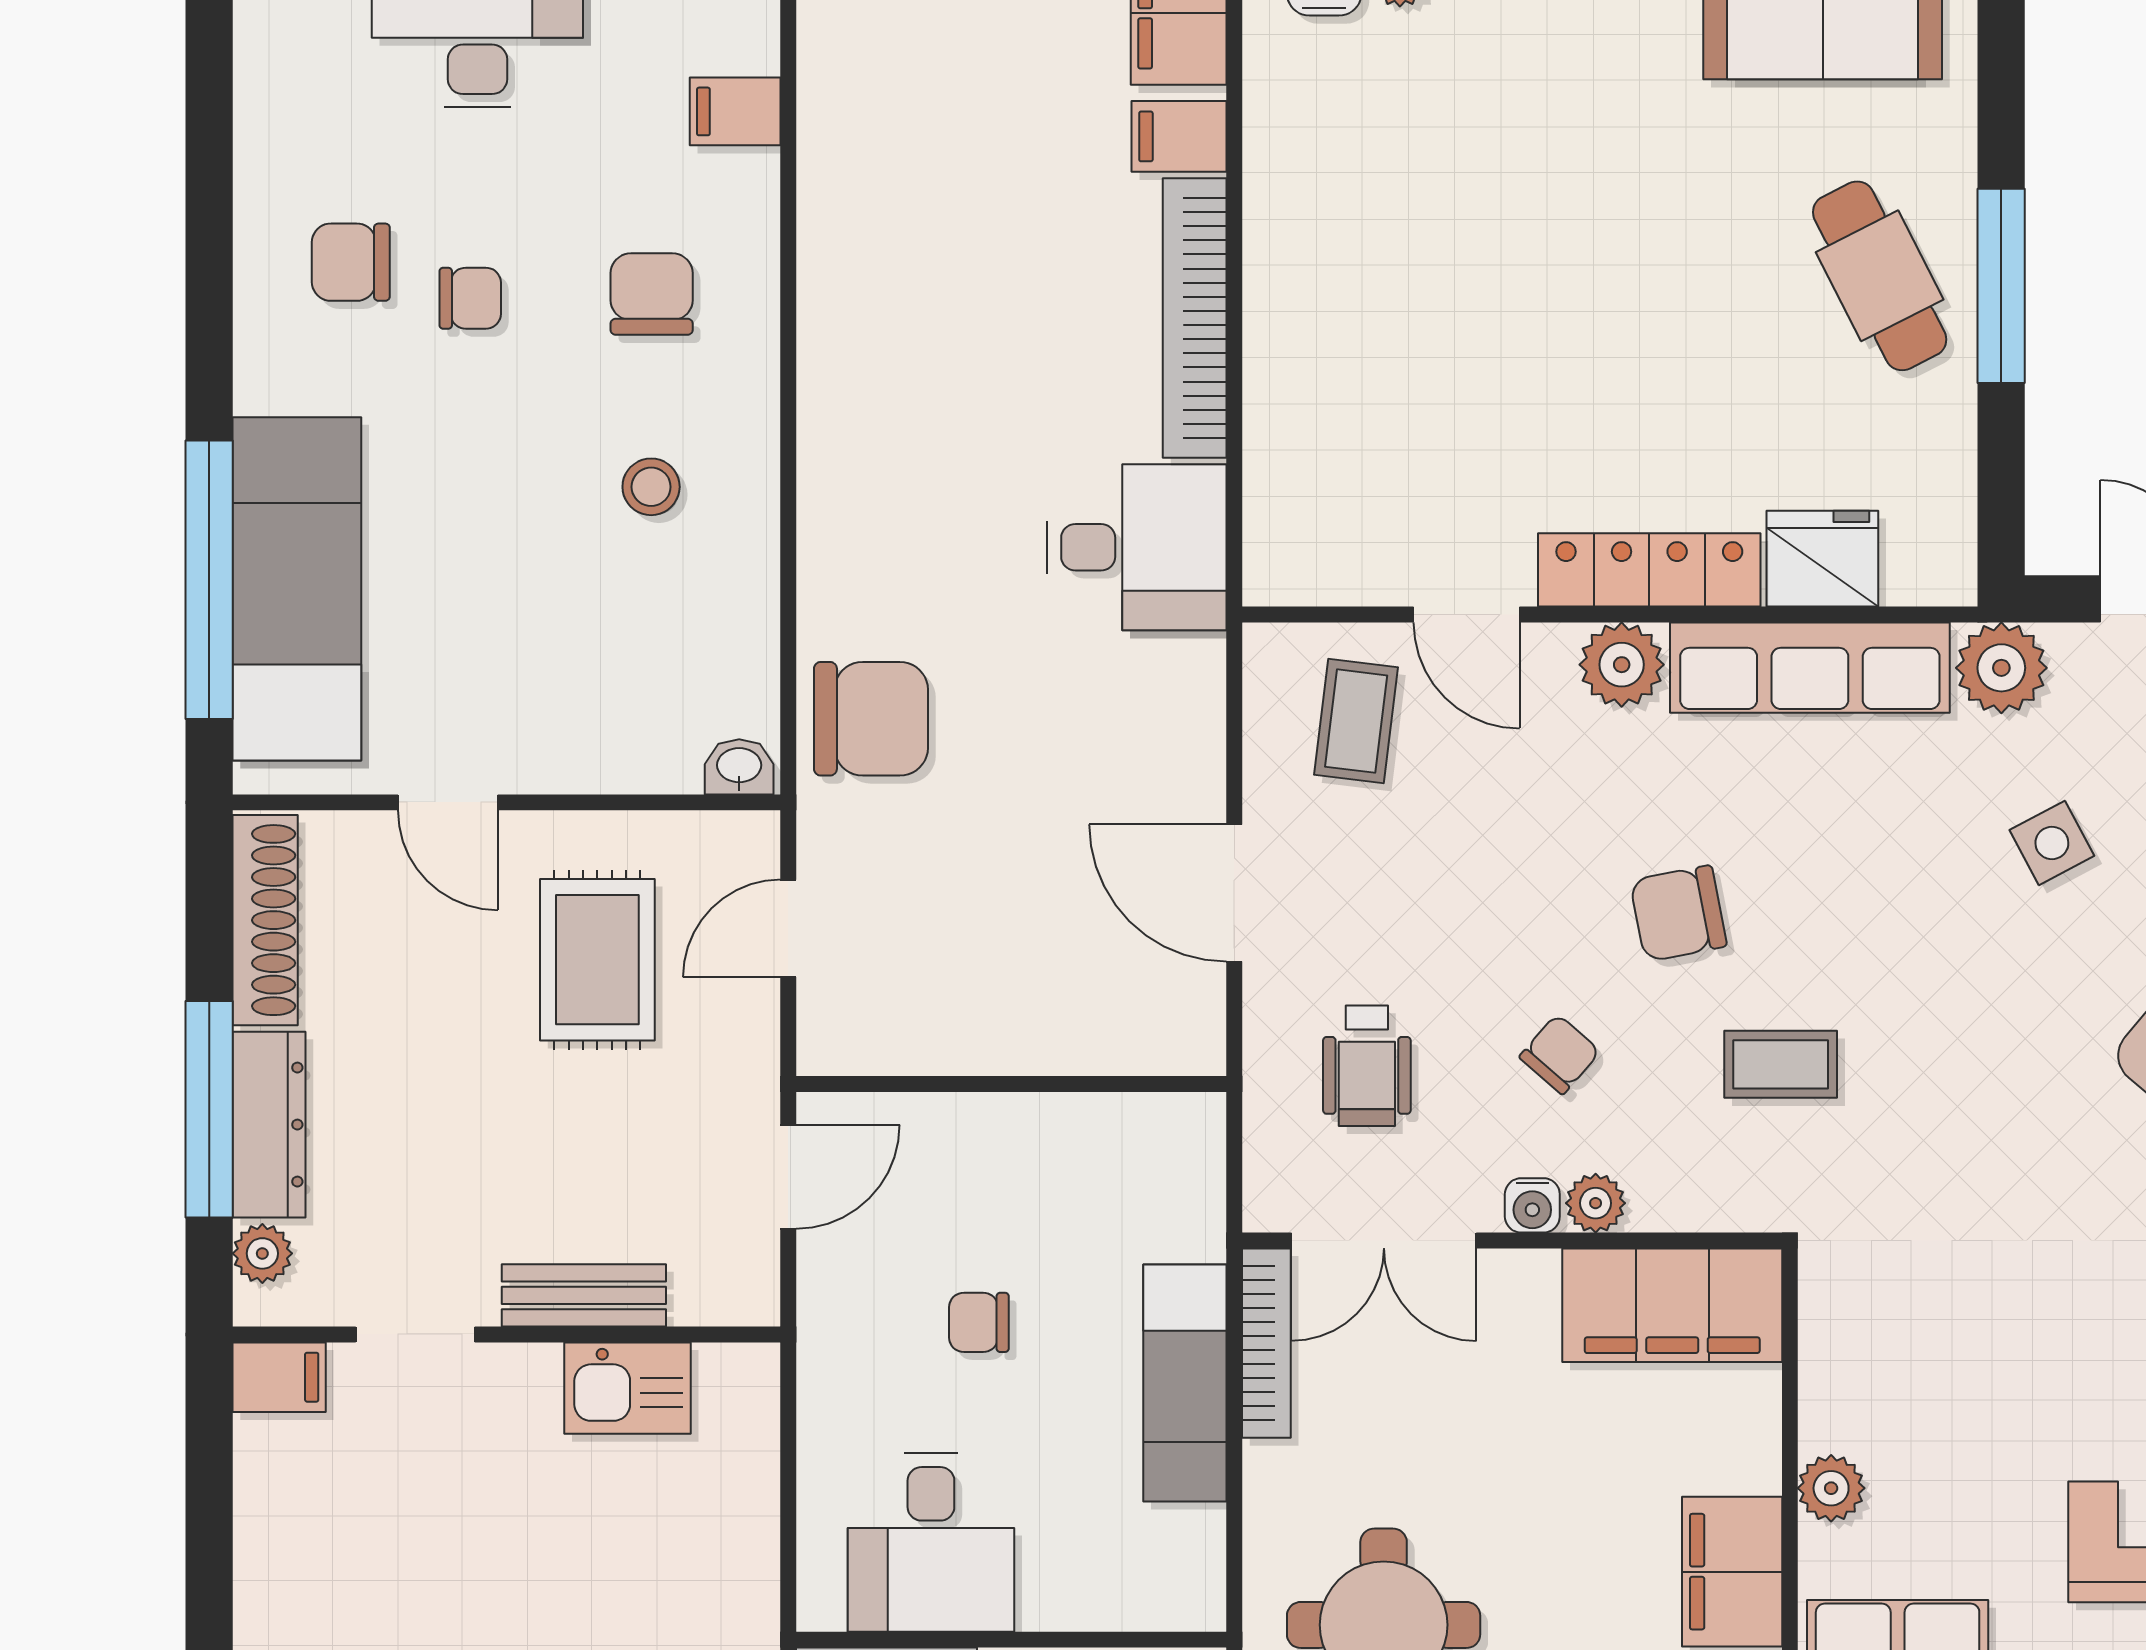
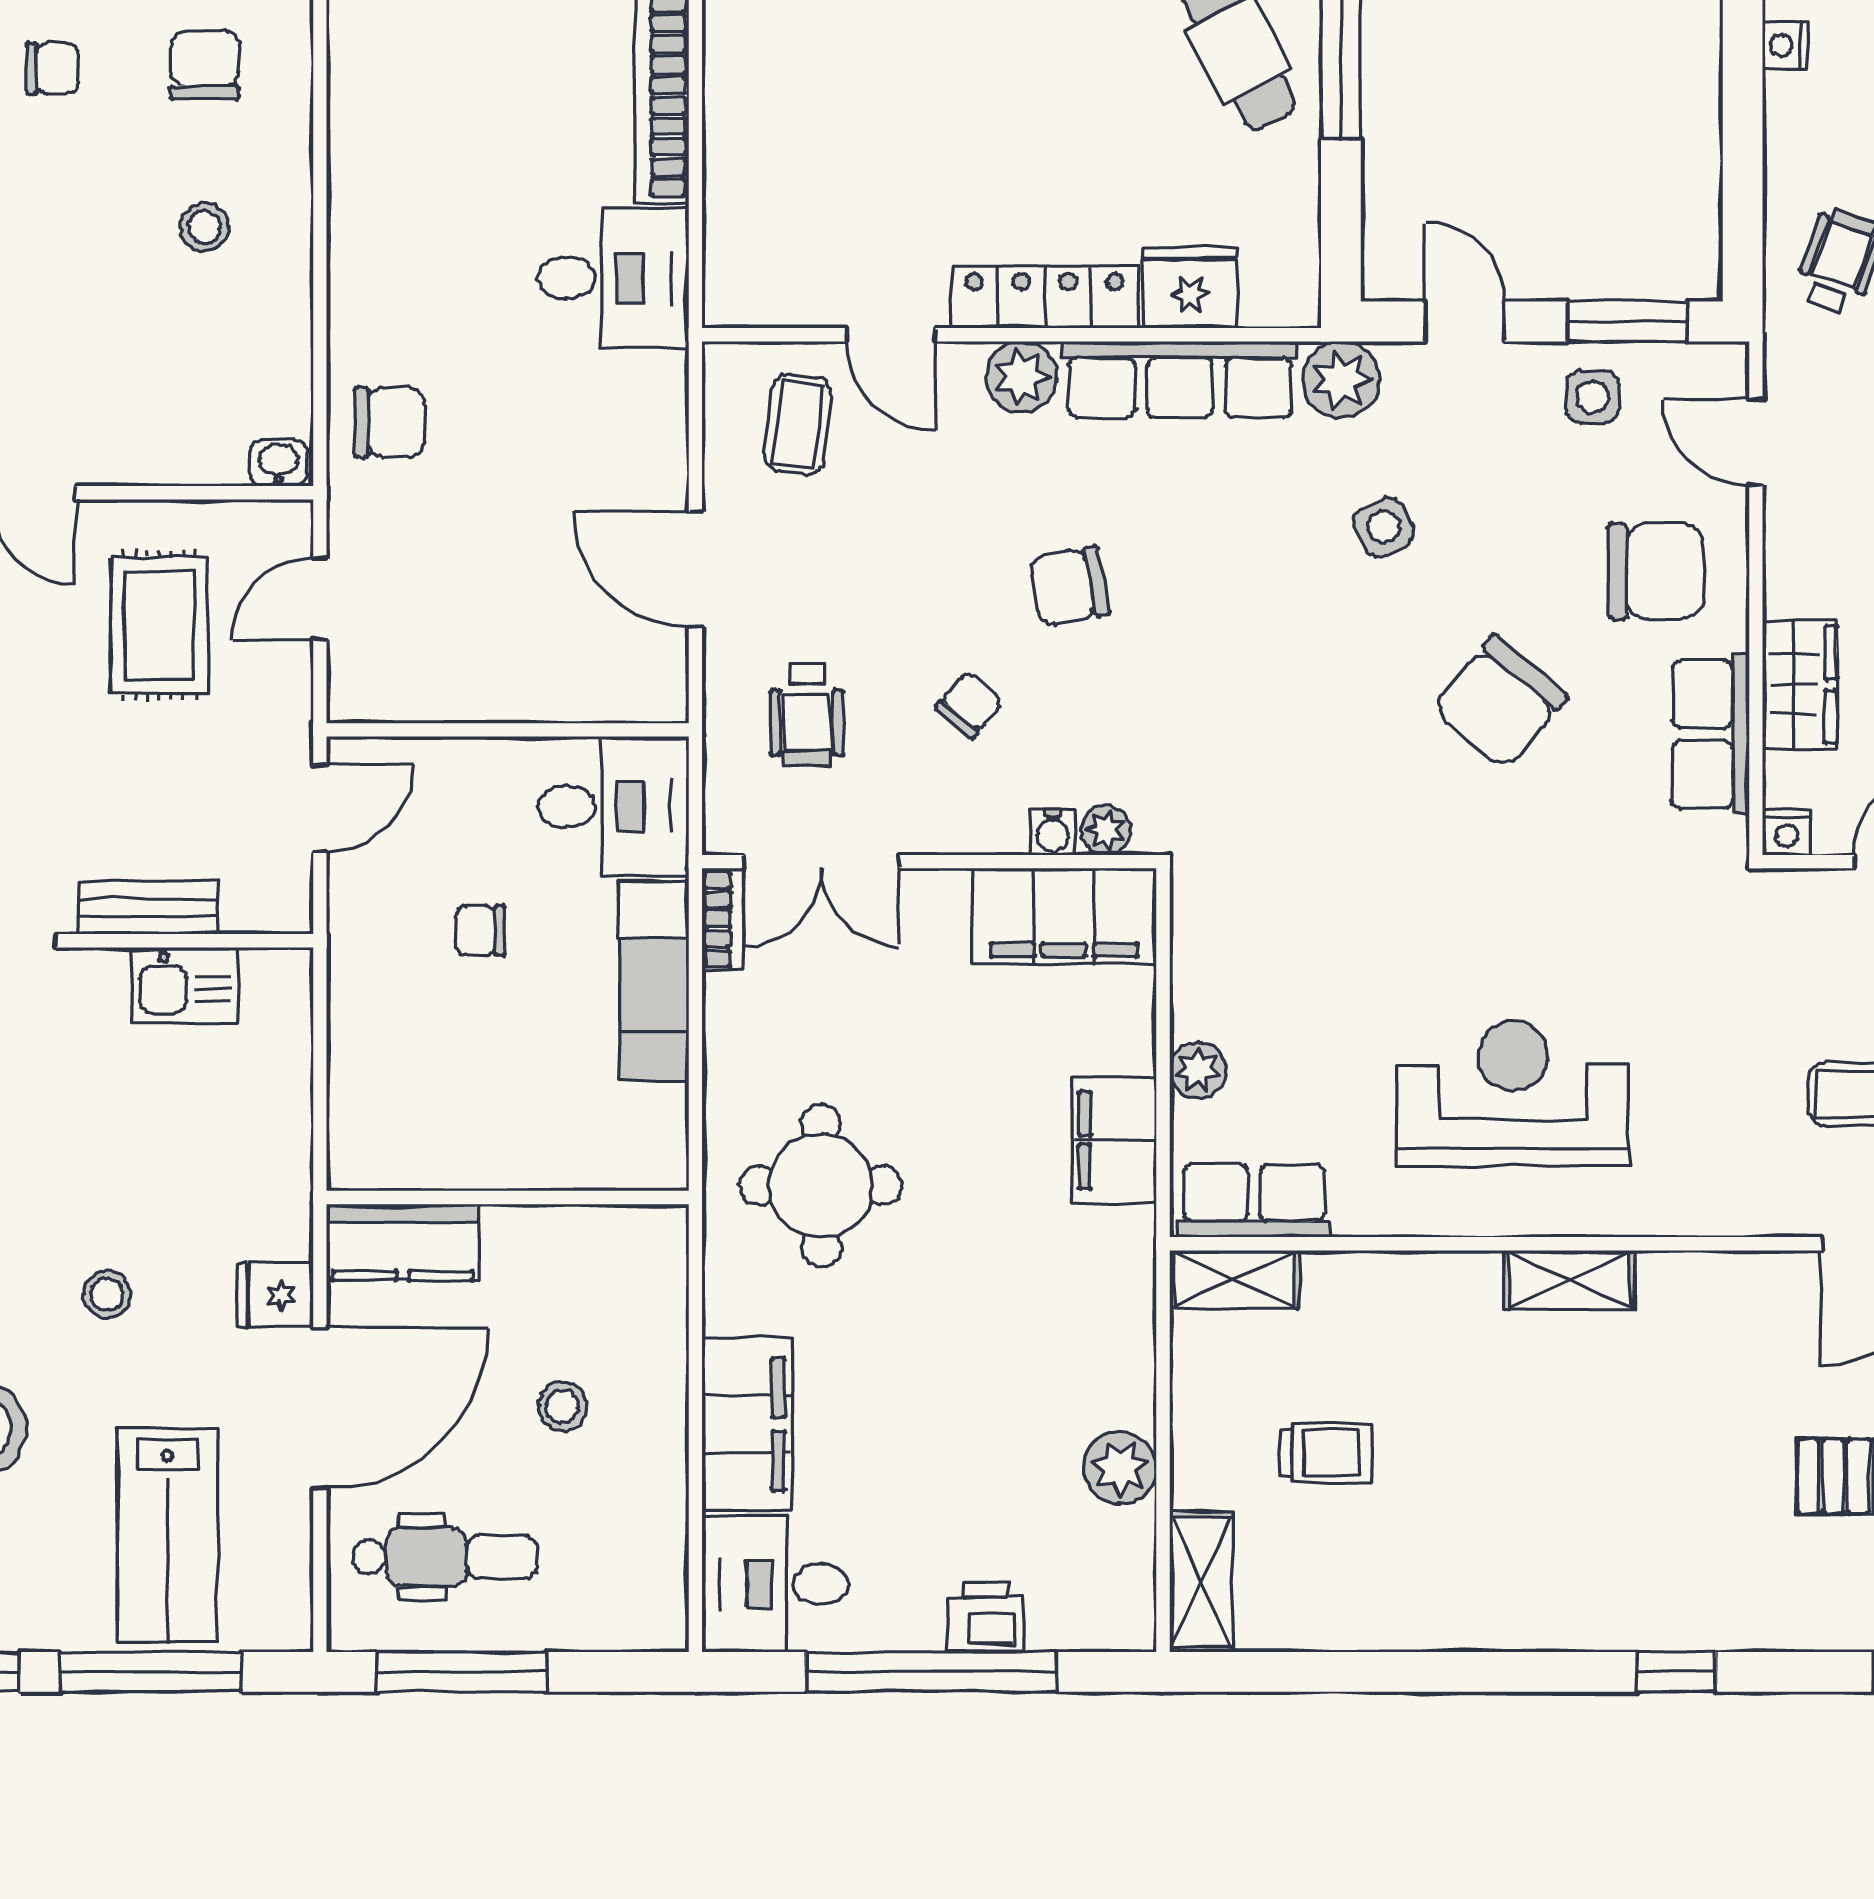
chair: (871, 719) -> (390, 422), width x0.73, depth x0.73
coffee table: (1781, 1064) -> (1155, 713), removed
plant: (1596, 1203) -> (1106, 830), moved
water cooler: (1532, 1205) -> (1053, 832), moved
bookcase: (1266, 1343) -> (722, 919), width x0.64
desk: (931, 1542) -> (613, 806), moved, turned -90

